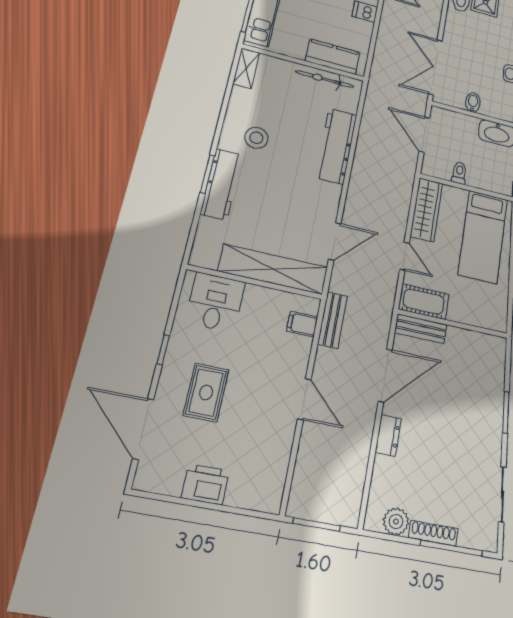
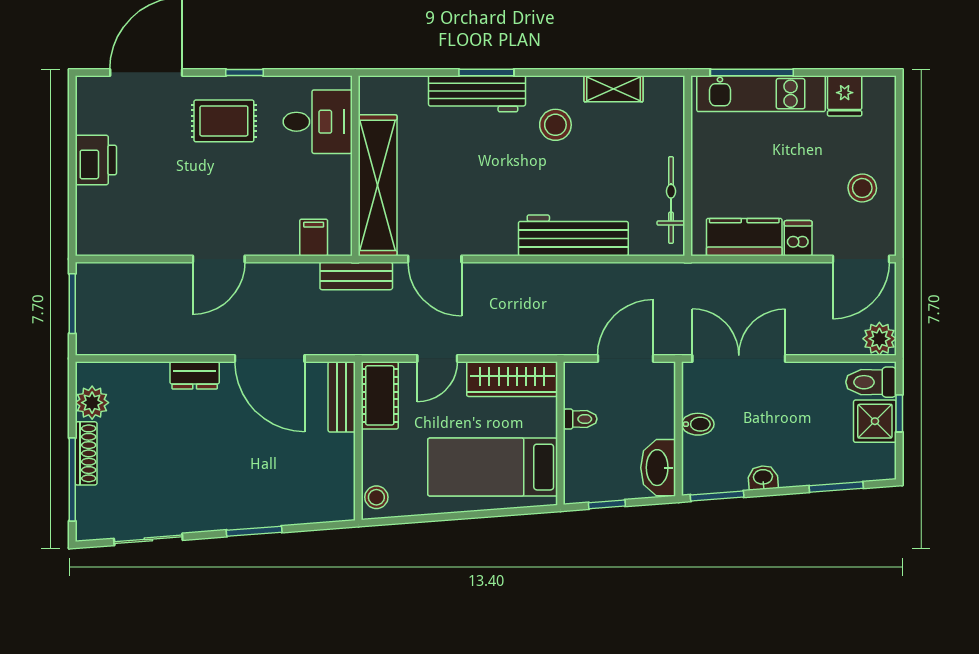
kitchen counter: (333, 57) -> (744, 237), moved, turned -90
shelving: (246, 68) -> (614, 89), moved
bench: (332, 320) -> (356, 276), moved
stool: (493, 320) -> (376, 497), added
rug: (206, 392) -> (224, 121), moved

